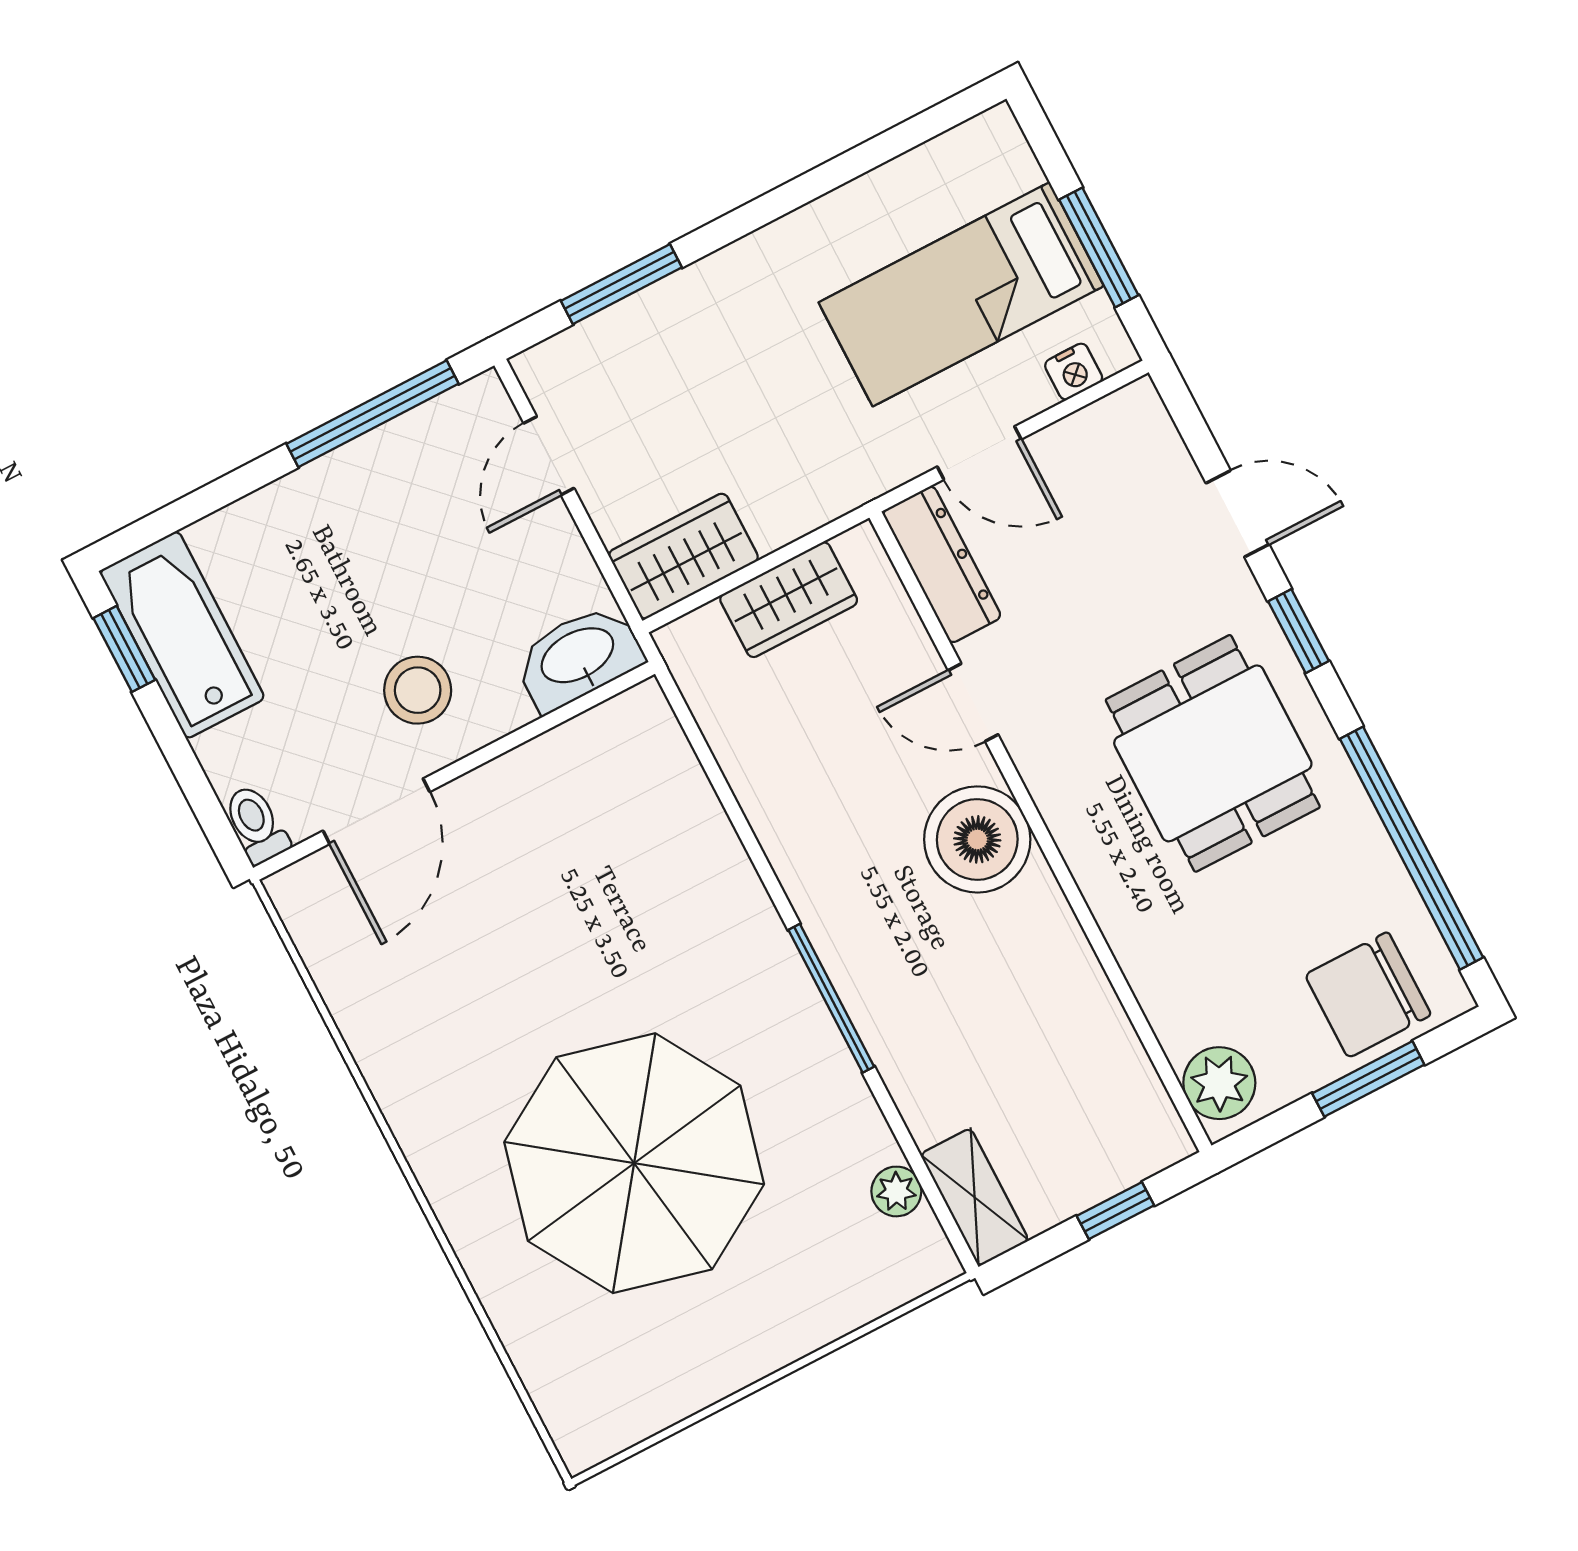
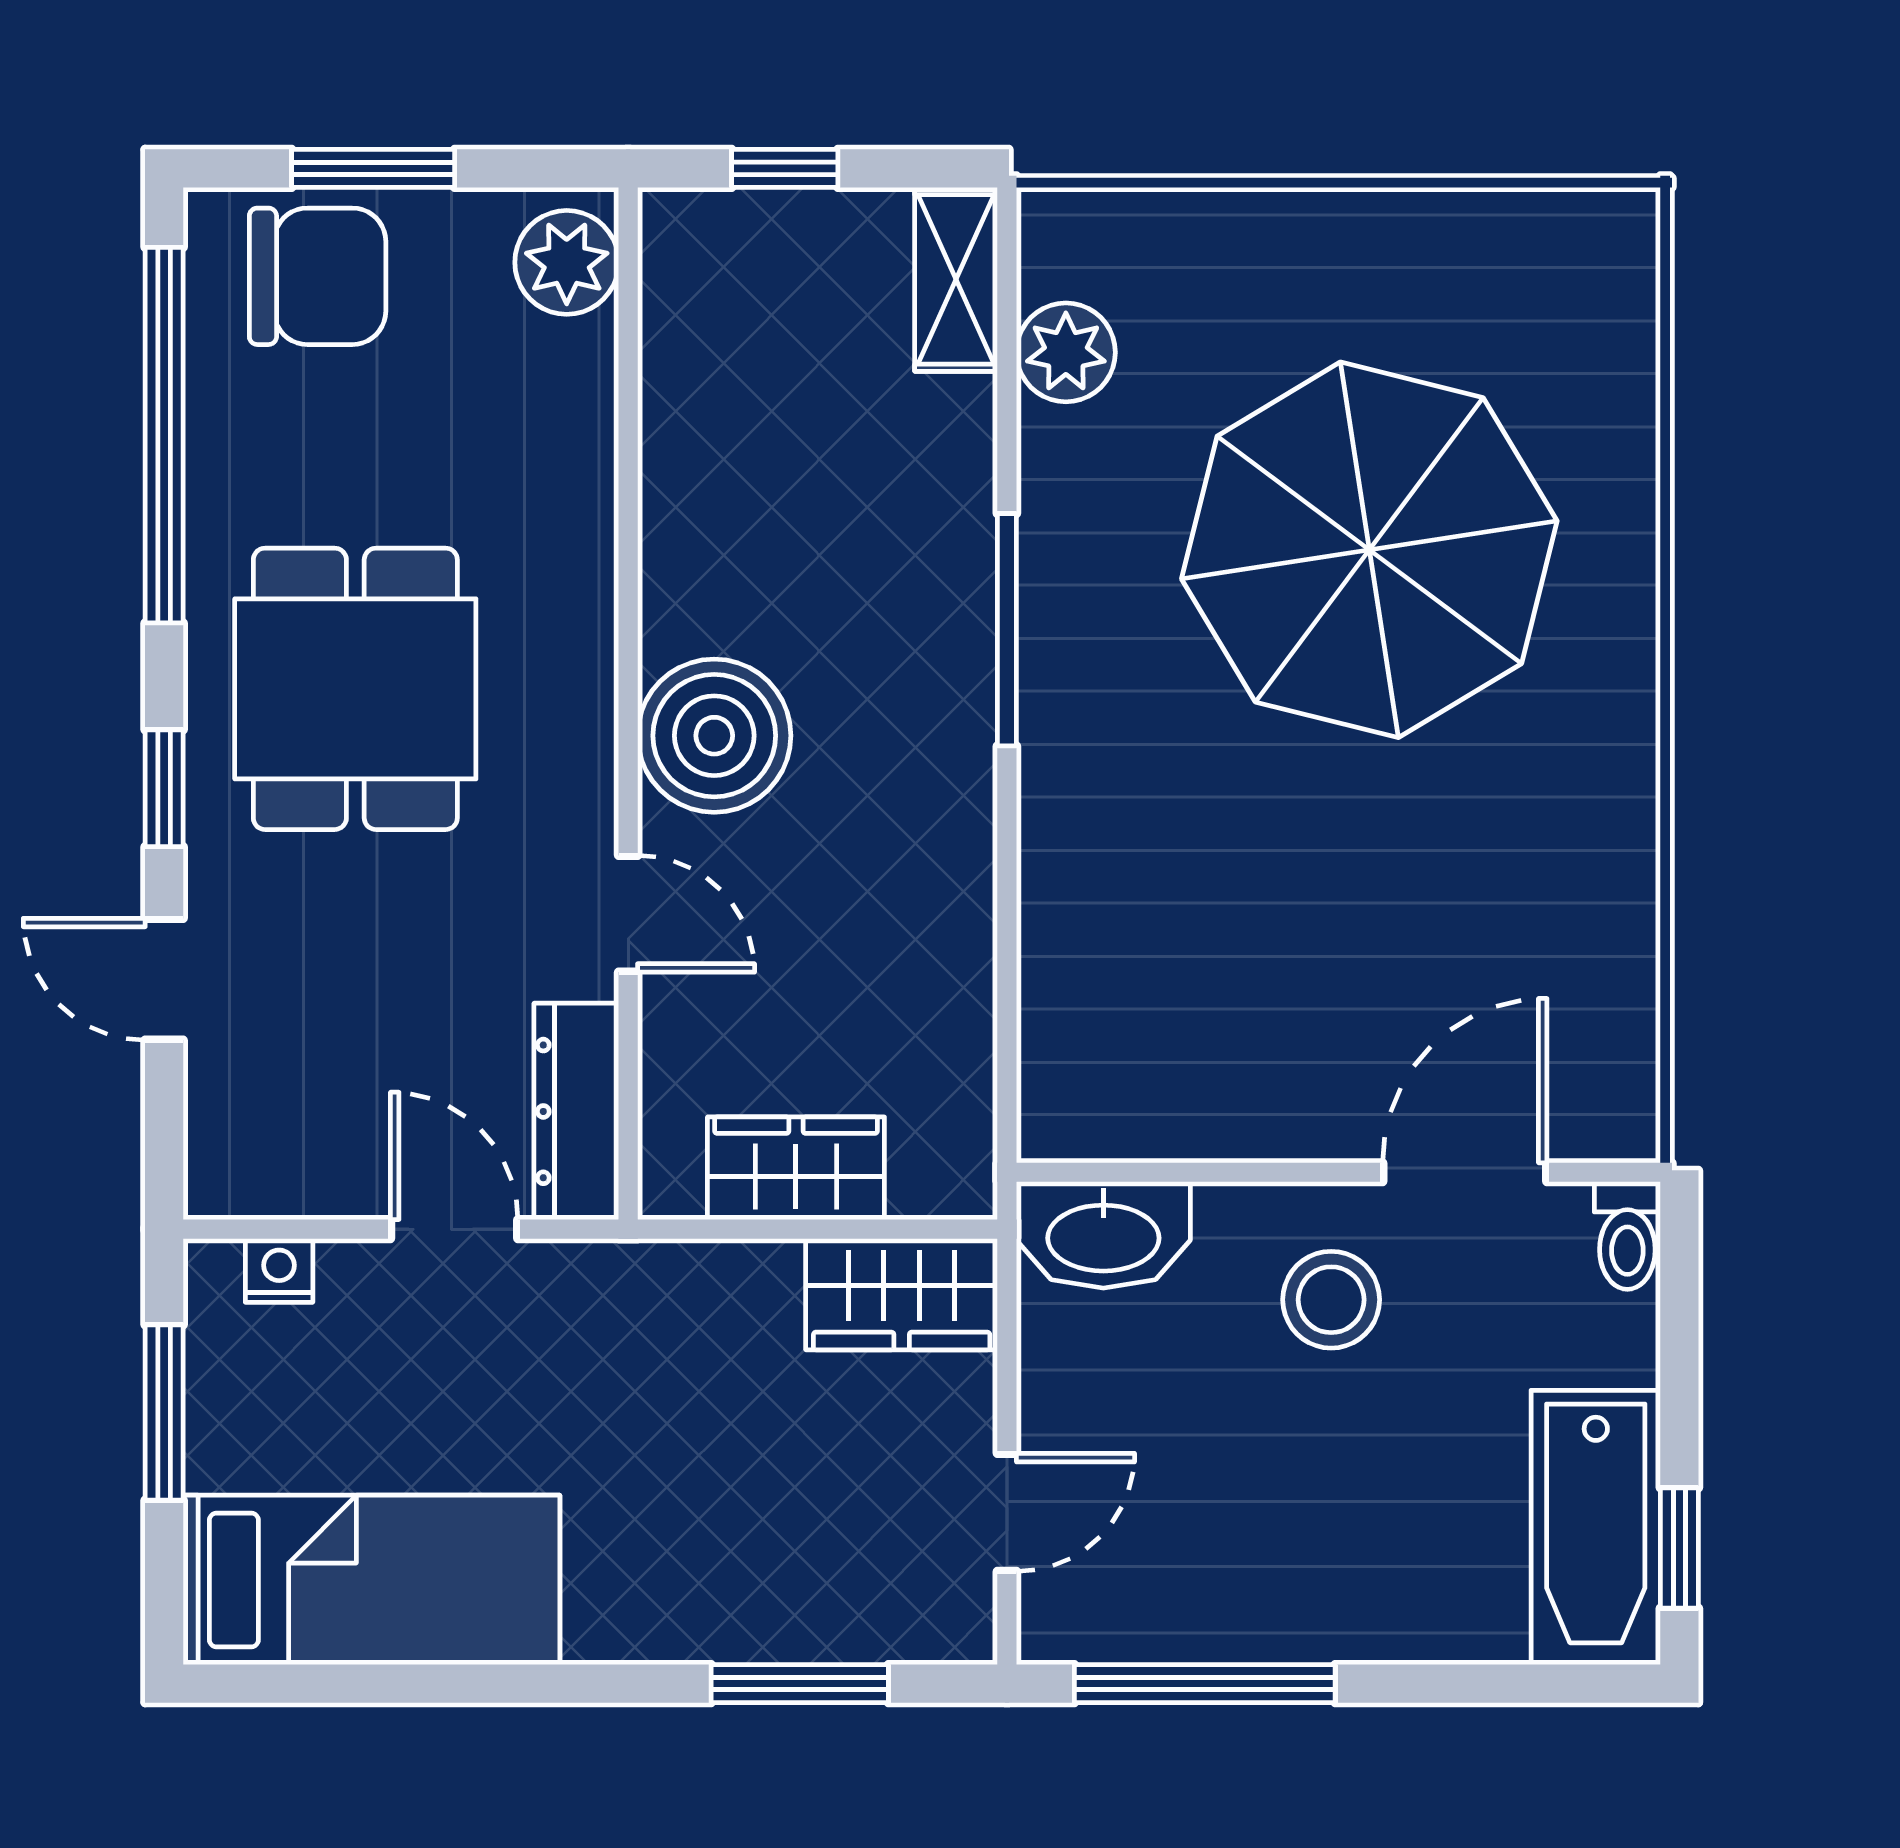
bed: (961, 294) -> (371, 1580), moved
plant: (896, 1191) -> (1066, 352), width x1.38, depth x1.38

